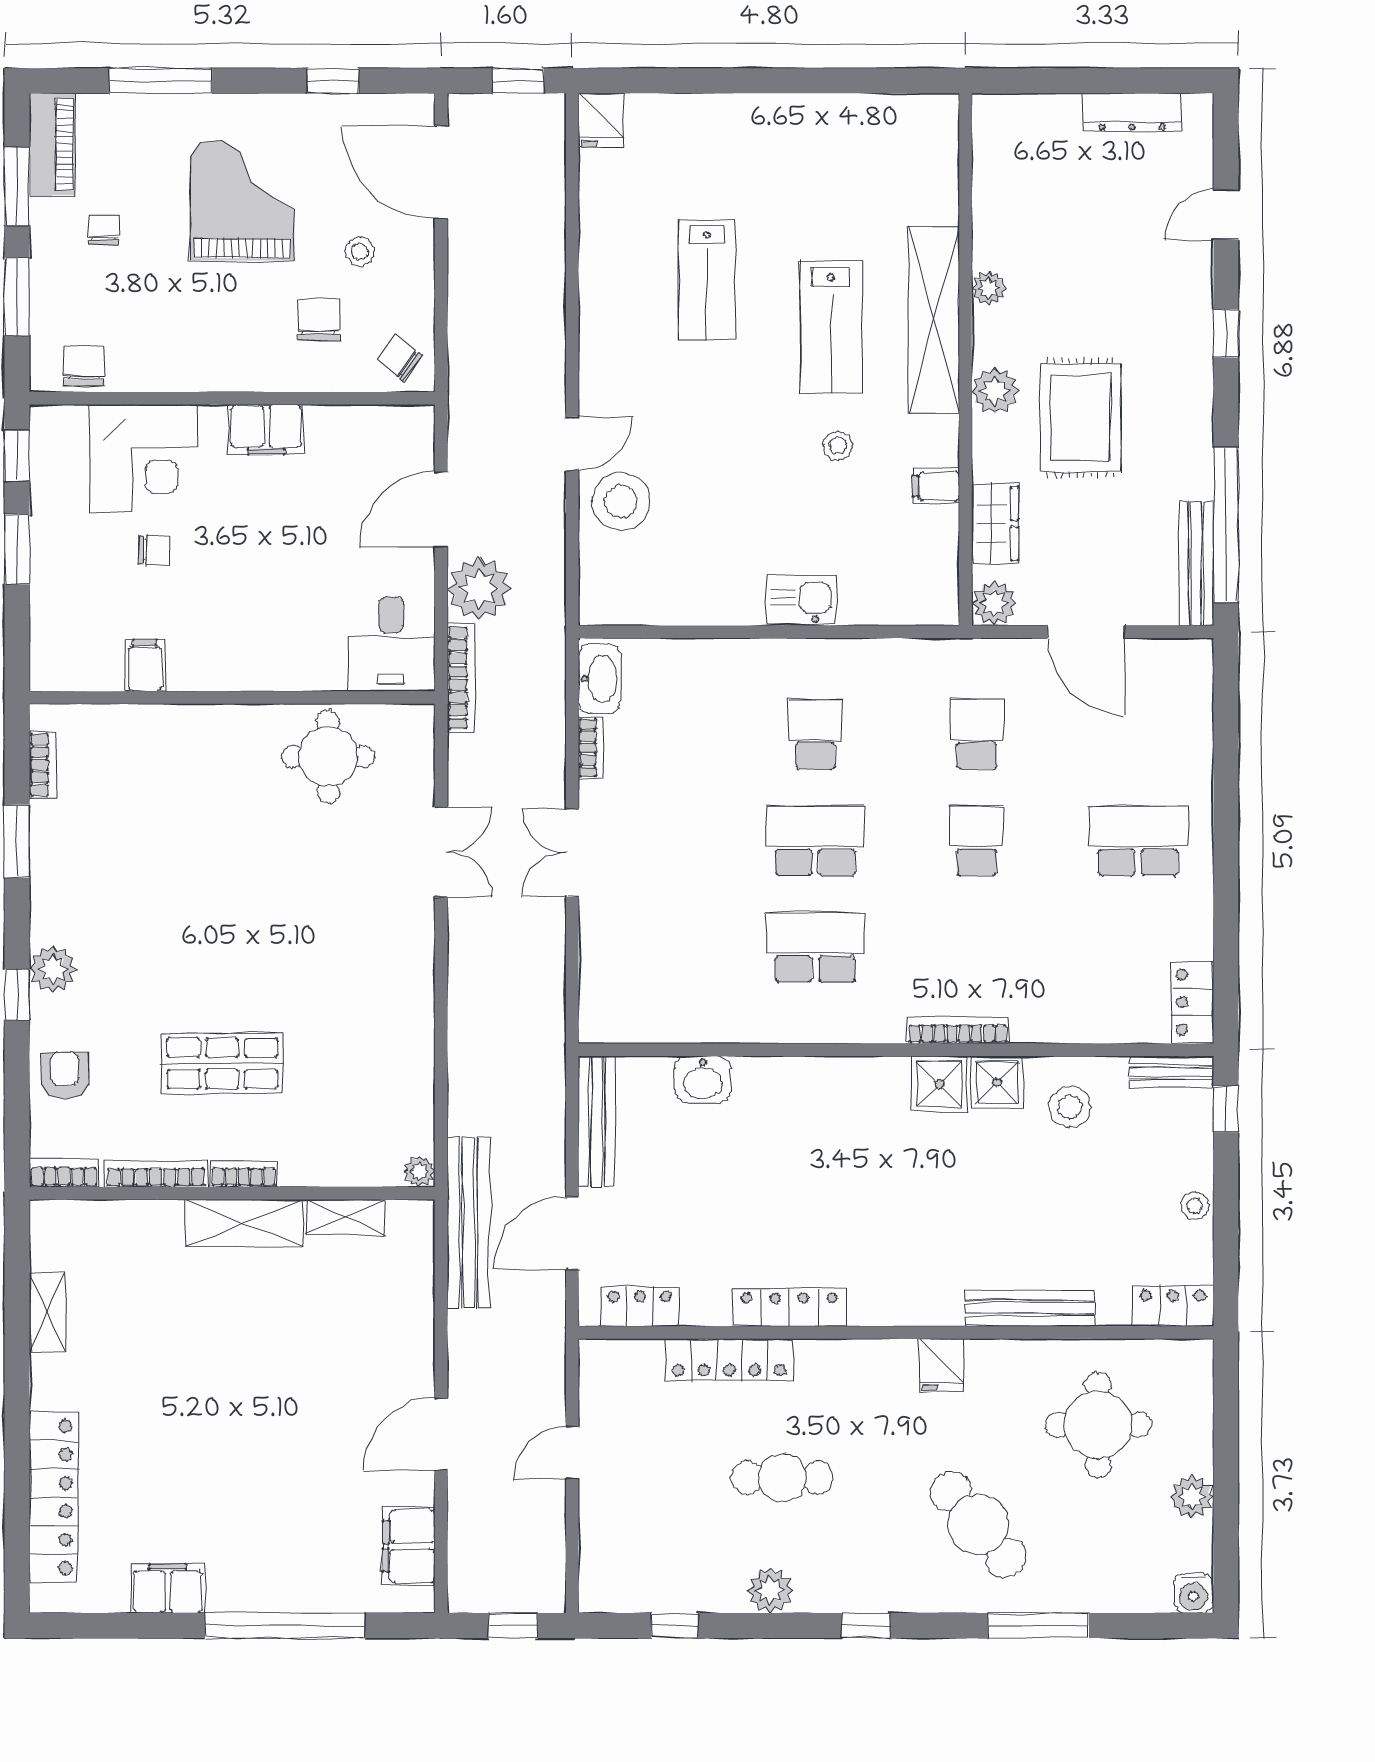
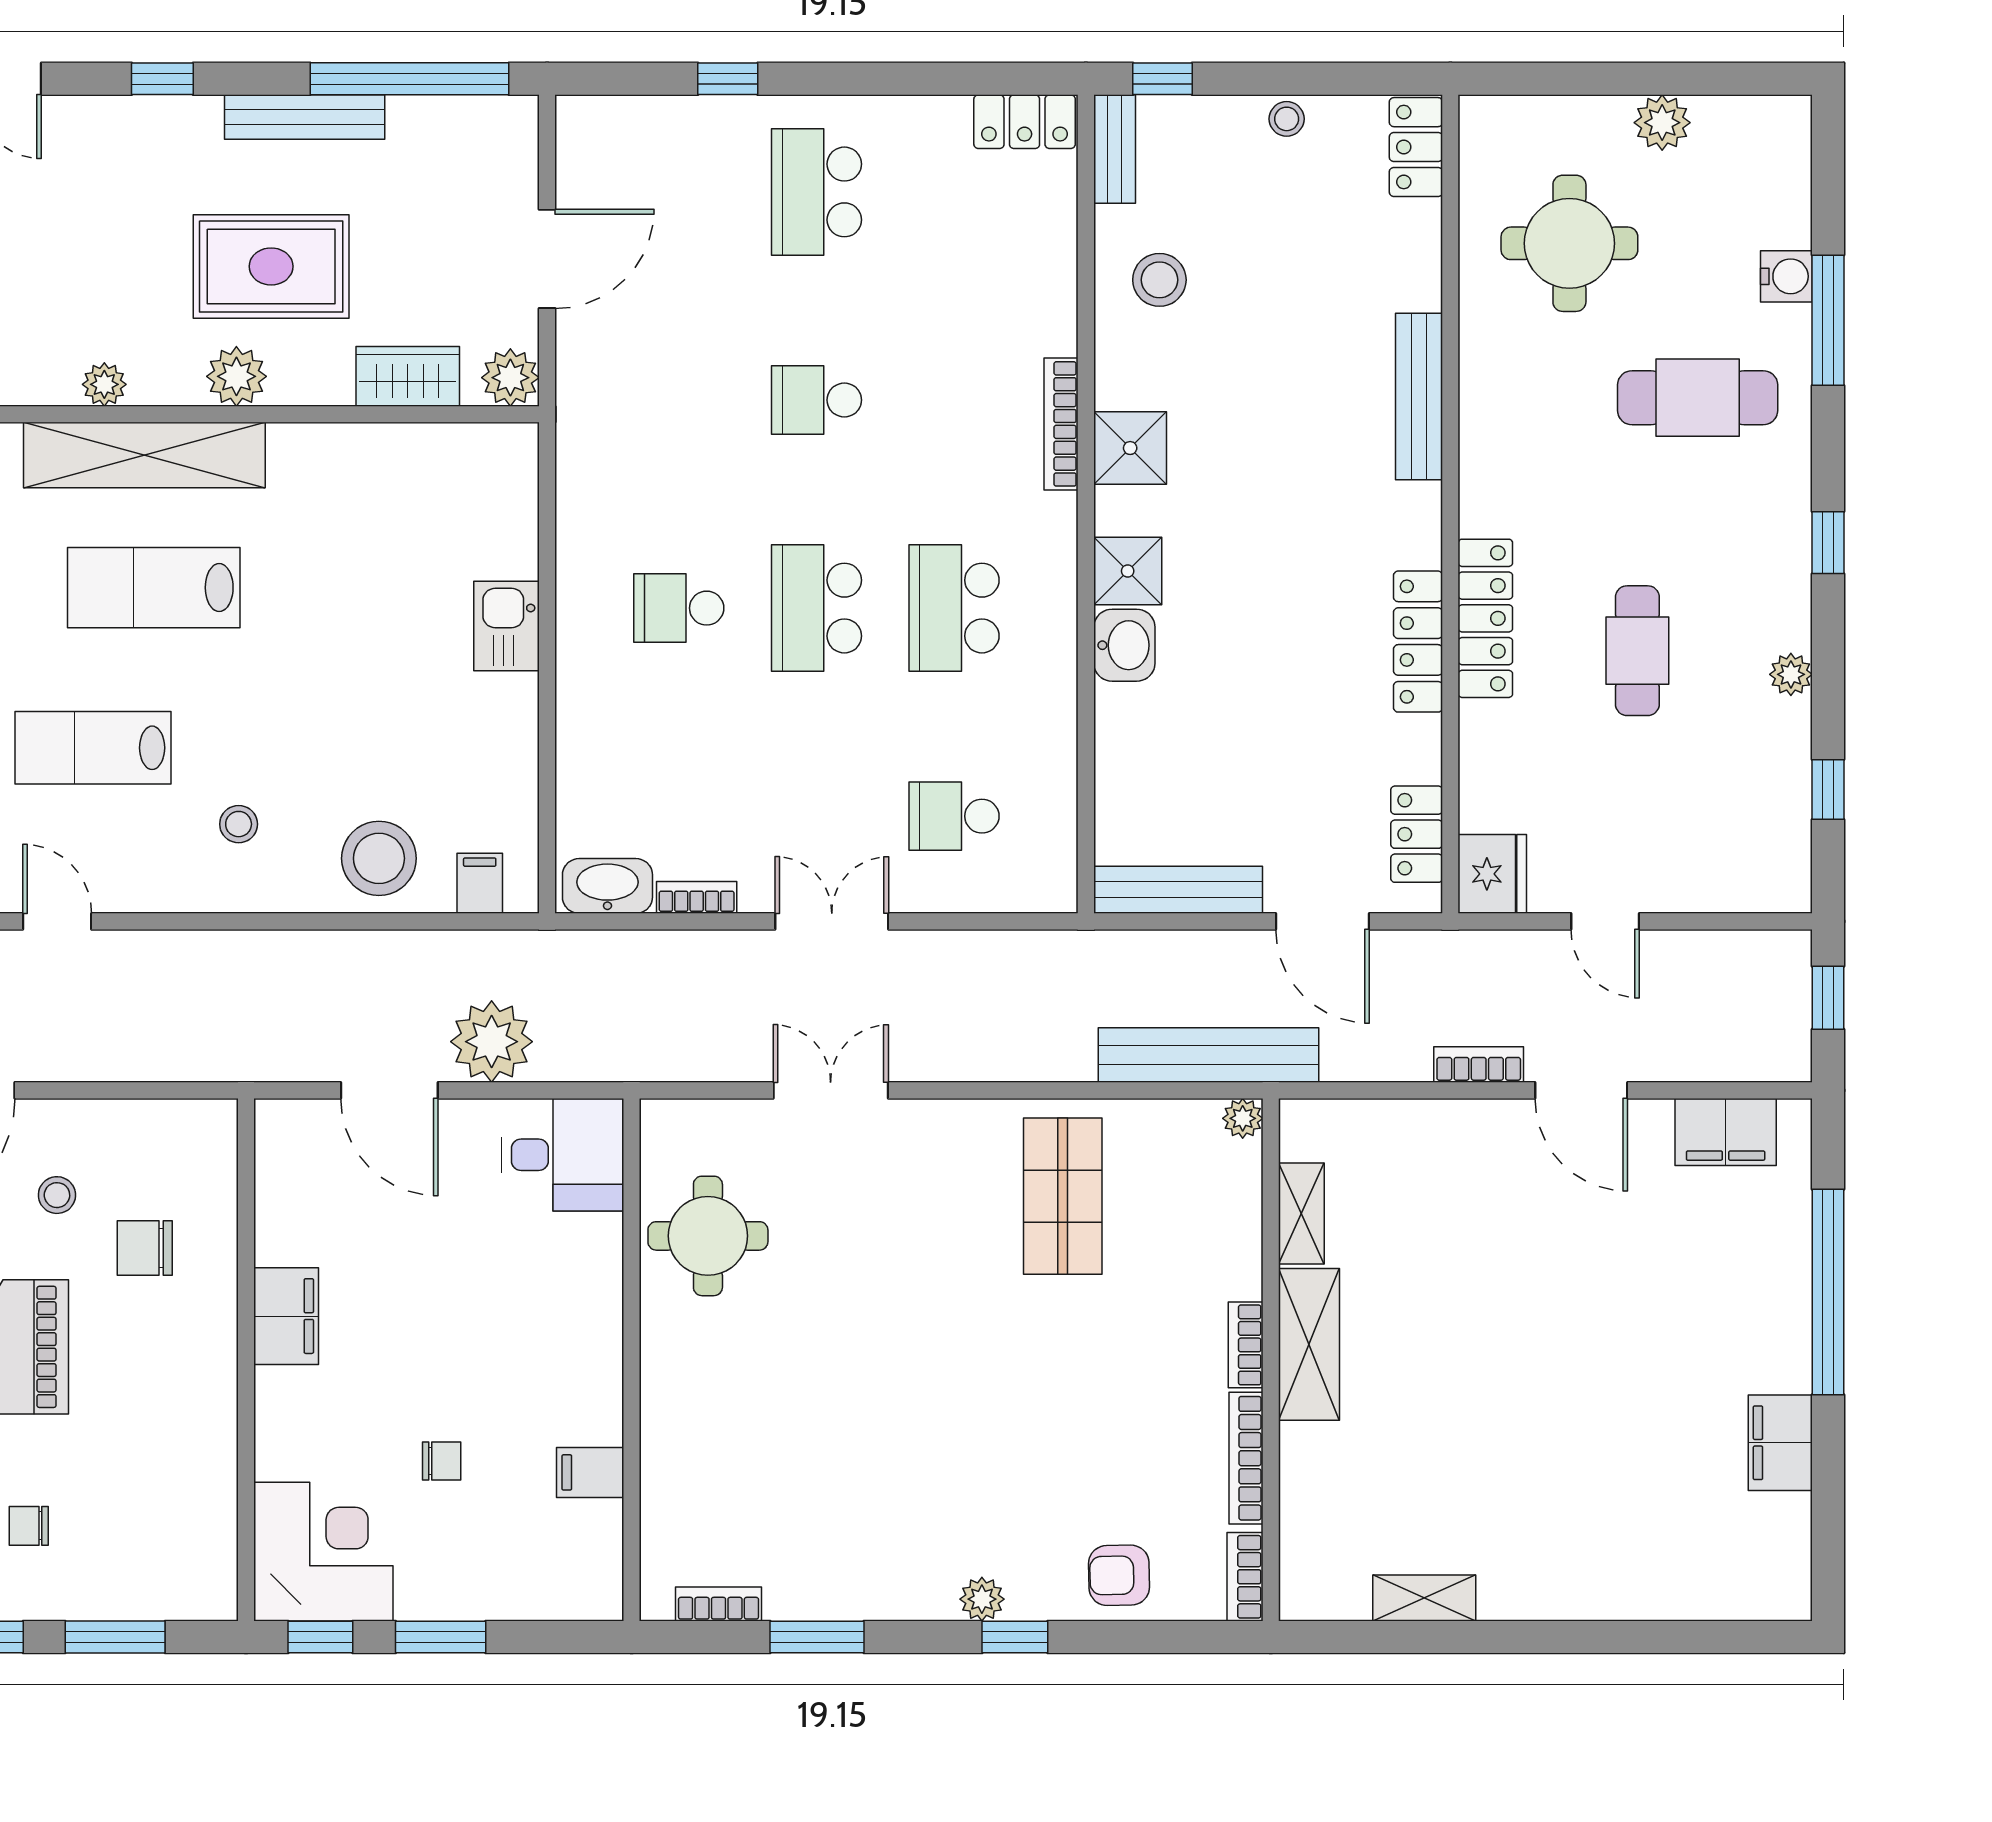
lab bench: (707, 280) -> (93, 748), turned 180
lab bench: (831, 327) -> (154, 588), turned 180
chair: (400, 358) -> (194, 1144), removed
chair: (84, 366) -> (204, 1551), removed
door: (572, 443) -> (57, 921), moved
stool: (838, 446) -> (239, 824), moved
corner desk: (143, 458) -> (323, 1552), moved
filing cabinet: (936, 486) -> (480, 883), moved, turned 180
chair: (154, 550) -> (442, 1461), turned 90
bench: (1196, 564) -> (305, 117), moved
bookcase: (461, 678) -> (1479, 1065), moved, width x0.64
school desk: (977, 734) -> (954, 816), moved
window: (1226, 772) -> (728, 79), added
double door: (572, 853) -> (832, 921), swing flipped
plant: (53, 969) -> (982, 1599), width x0.73, depth x0.73
shop shelf: (222, 1063) -> (1063, 1196), moved
washbasin: (703, 1080) -> (1124, 645), moved
shower: (997, 1082) -> (1128, 571), moved
bench: (469, 1223) -> (1208, 1055), moved
bench: (1030, 1308) -> (1419, 396), moved
locker: (729, 1360) -> (1485, 618), moved
fridge: (941, 1365) -> (1492, 874), moved, width x1.38
locker: (53, 1497) -> (1663, 1590), removed
cafe table: (978, 1524) -> (1698, 398), turned 40
plant: (770, 1591) -> (1791, 674), width x0.73, depth x0.73
water cooler: (1194, 1593) -> (1786, 276), moved

